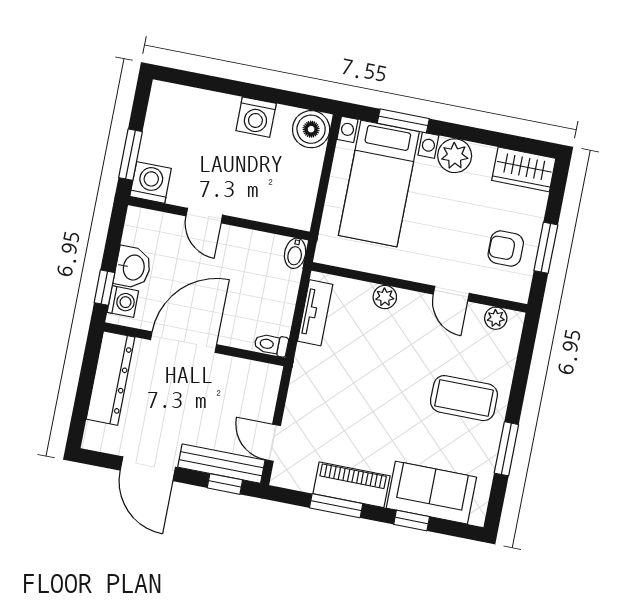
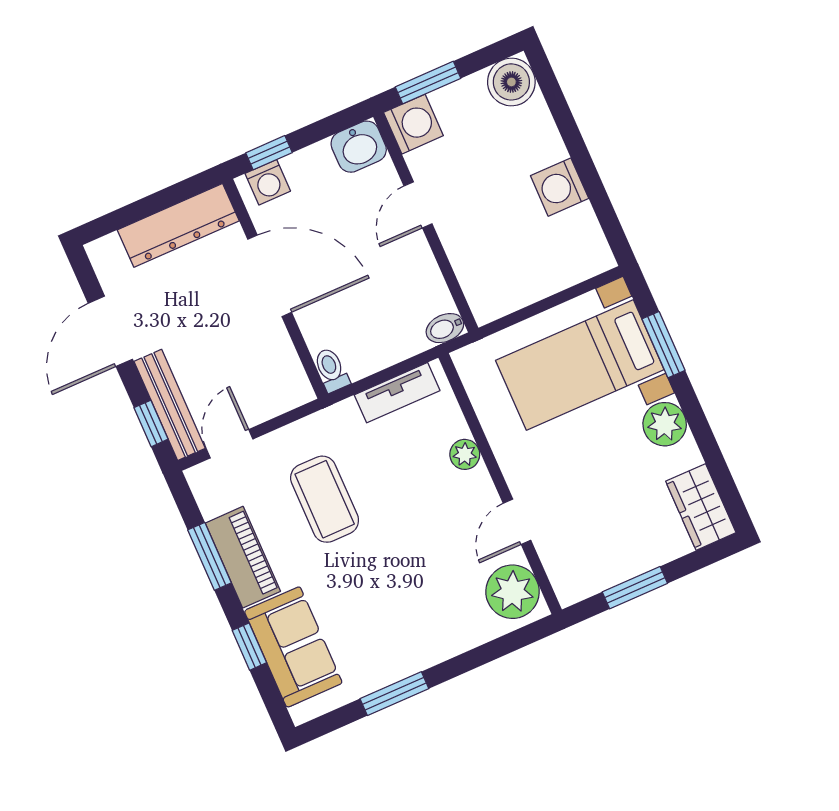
boiler: (311, 129) -> (511, 82), moved
armchair: (506, 249) -> (604, 546), removed
washbasin: (133, 267) -> (359, 147), moved
plant: (496, 318) -> (512, 592), width x1.88, depth x1.88
coffee table: (464, 398) -> (325, 499), moved

